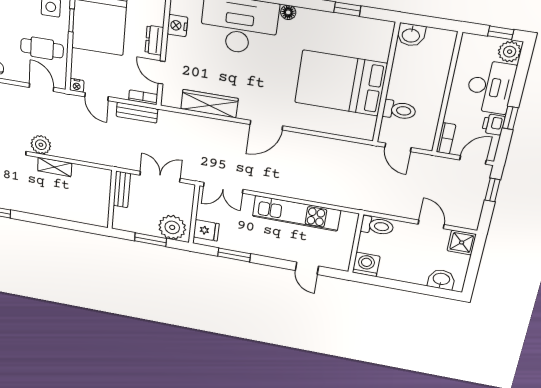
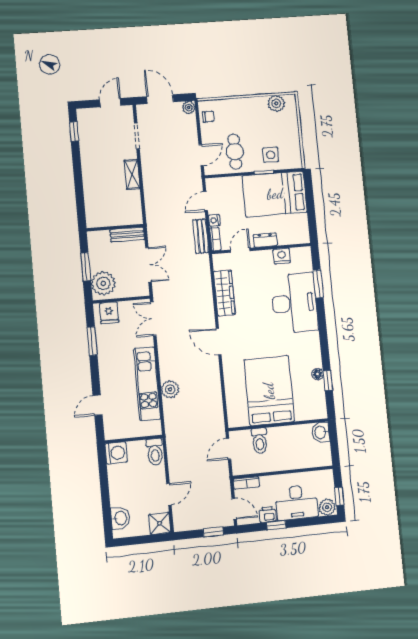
floor lamp: (288, 12) -> (318, 374), moved
nightstand: (77, 85) -> (214, 220), moved
plant: (41, 145) -> (170, 389), moved

